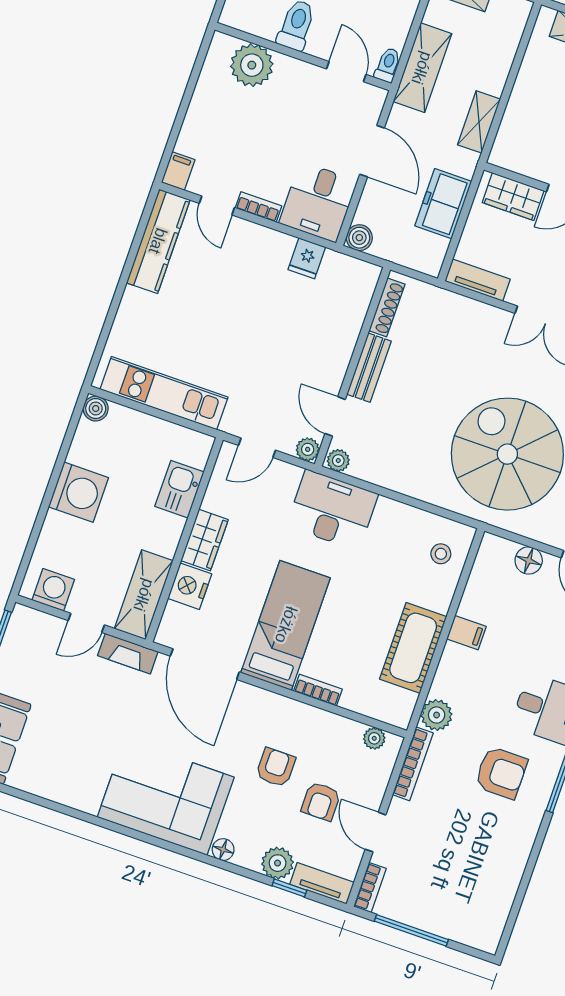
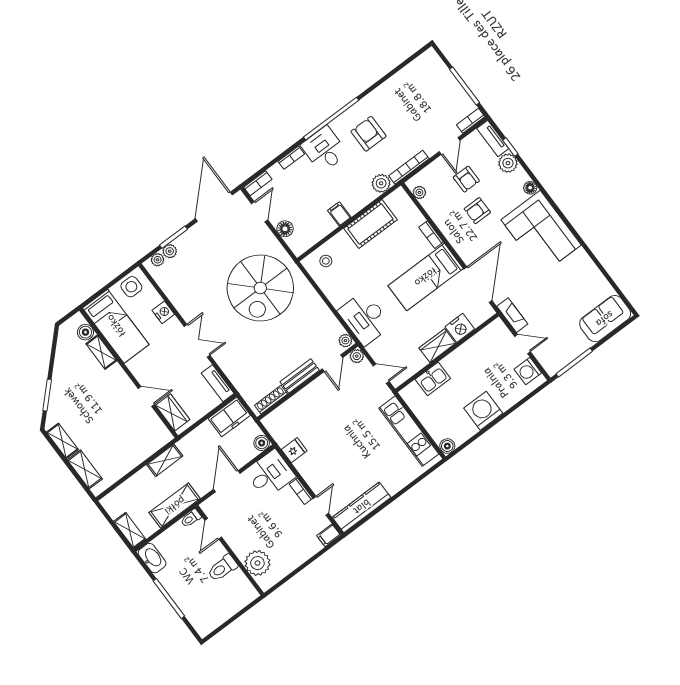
freezer: (443, 204) -> (229, 417), moved
shelving: (144, 595) -> (485, 339), removed
armchair: (321, 801) -> (466, 179), turned 90

